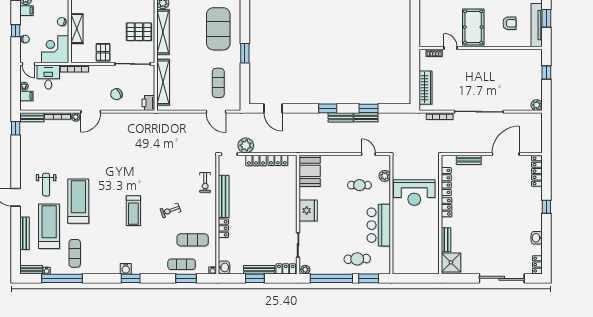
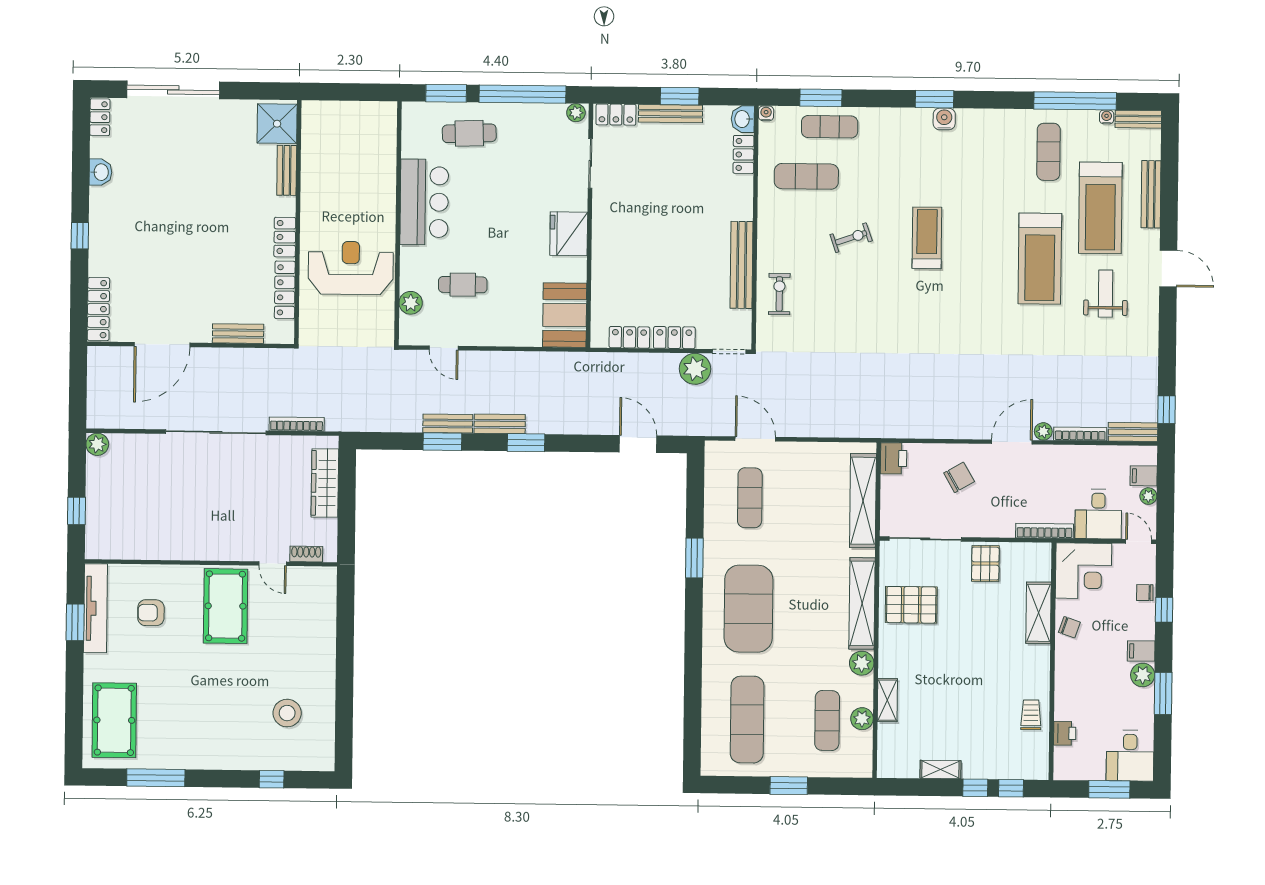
locker: (223, 228) -> (744, 154), moved

